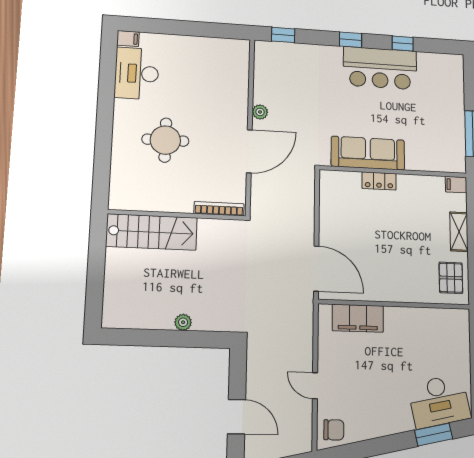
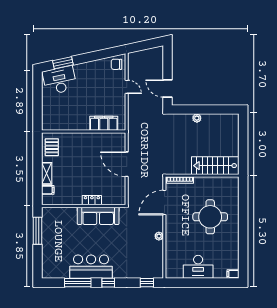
window: (403, 43) -> (78, 283), width x2.17
desk: (137, 73) -> (198, 267), moved, turned 90
round table: (165, 140) -> (210, 217), width x1.36, depth x1.36
door: (249, 151) -> (164, 203), moved
filing cabinet: (456, 185) -> (48, 190), moved
door: (316, 269) -> (127, 164), moved
door: (236, 417) -> (168, 88), moved

